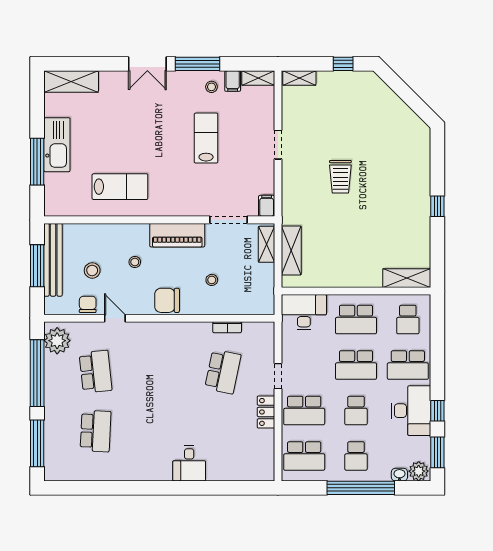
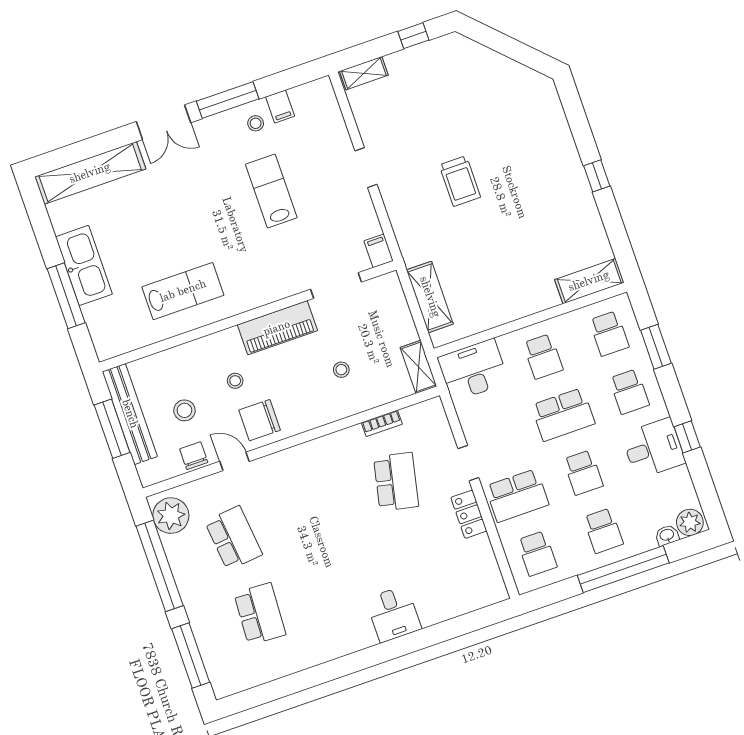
shelving: (258, 78) -> (311, 91), removed
shelving: (71, 81) -> (90, 173), width x1.47
shelving: (266, 244) -> (418, 367), moved
chair: (167, 300) -> (260, 420), moved
school desk: (356, 320) -> (543, 356), width x0.54
school desk: (408, 365) -> (629, 392), width x0.54
desk: (411, 411) -> (653, 448), width x0.73
window: (437, 452) -> (656, 347), moved
school desk: (304, 456) -> (537, 554), width x0.54

